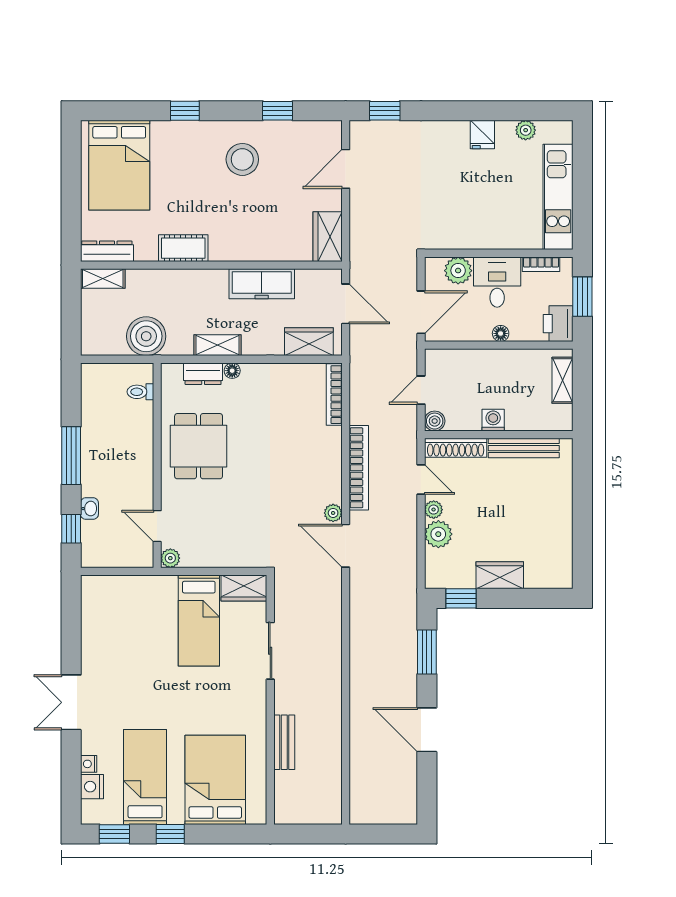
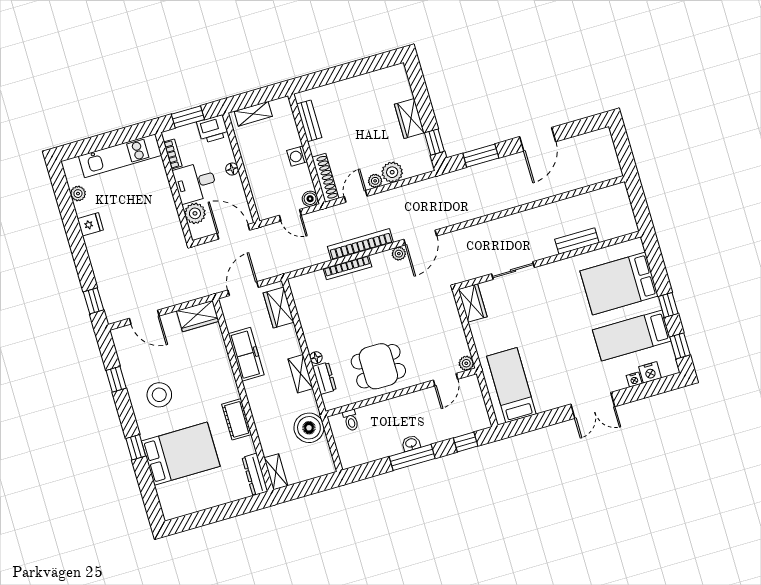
bed: (119, 165) -> (181, 454), moved
bookcase: (334, 395) -> (347, 268), moved
bench: (524, 448) -> (309, 121), width x0.73
washbasin: (89, 509) -> (411, 443), moved
bed: (199, 620) -> (511, 385), moved, turned -90

